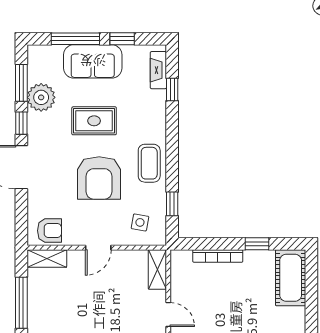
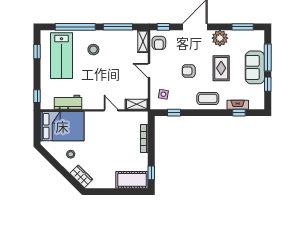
fireplace: (158, 70) -> (238, 105), moved
plant: (41, 97) -> (220, 38), moved
window: (21, 123) -> (163, 27), moved
coffee table: (149, 163) -> (208, 99), moved
armchair: (99, 178) -> (189, 71), width x0.53, depth x0.53
window: (257, 244) -> (151, 173), moved
door: (168, 315) -> (111, 110), swing flipped

